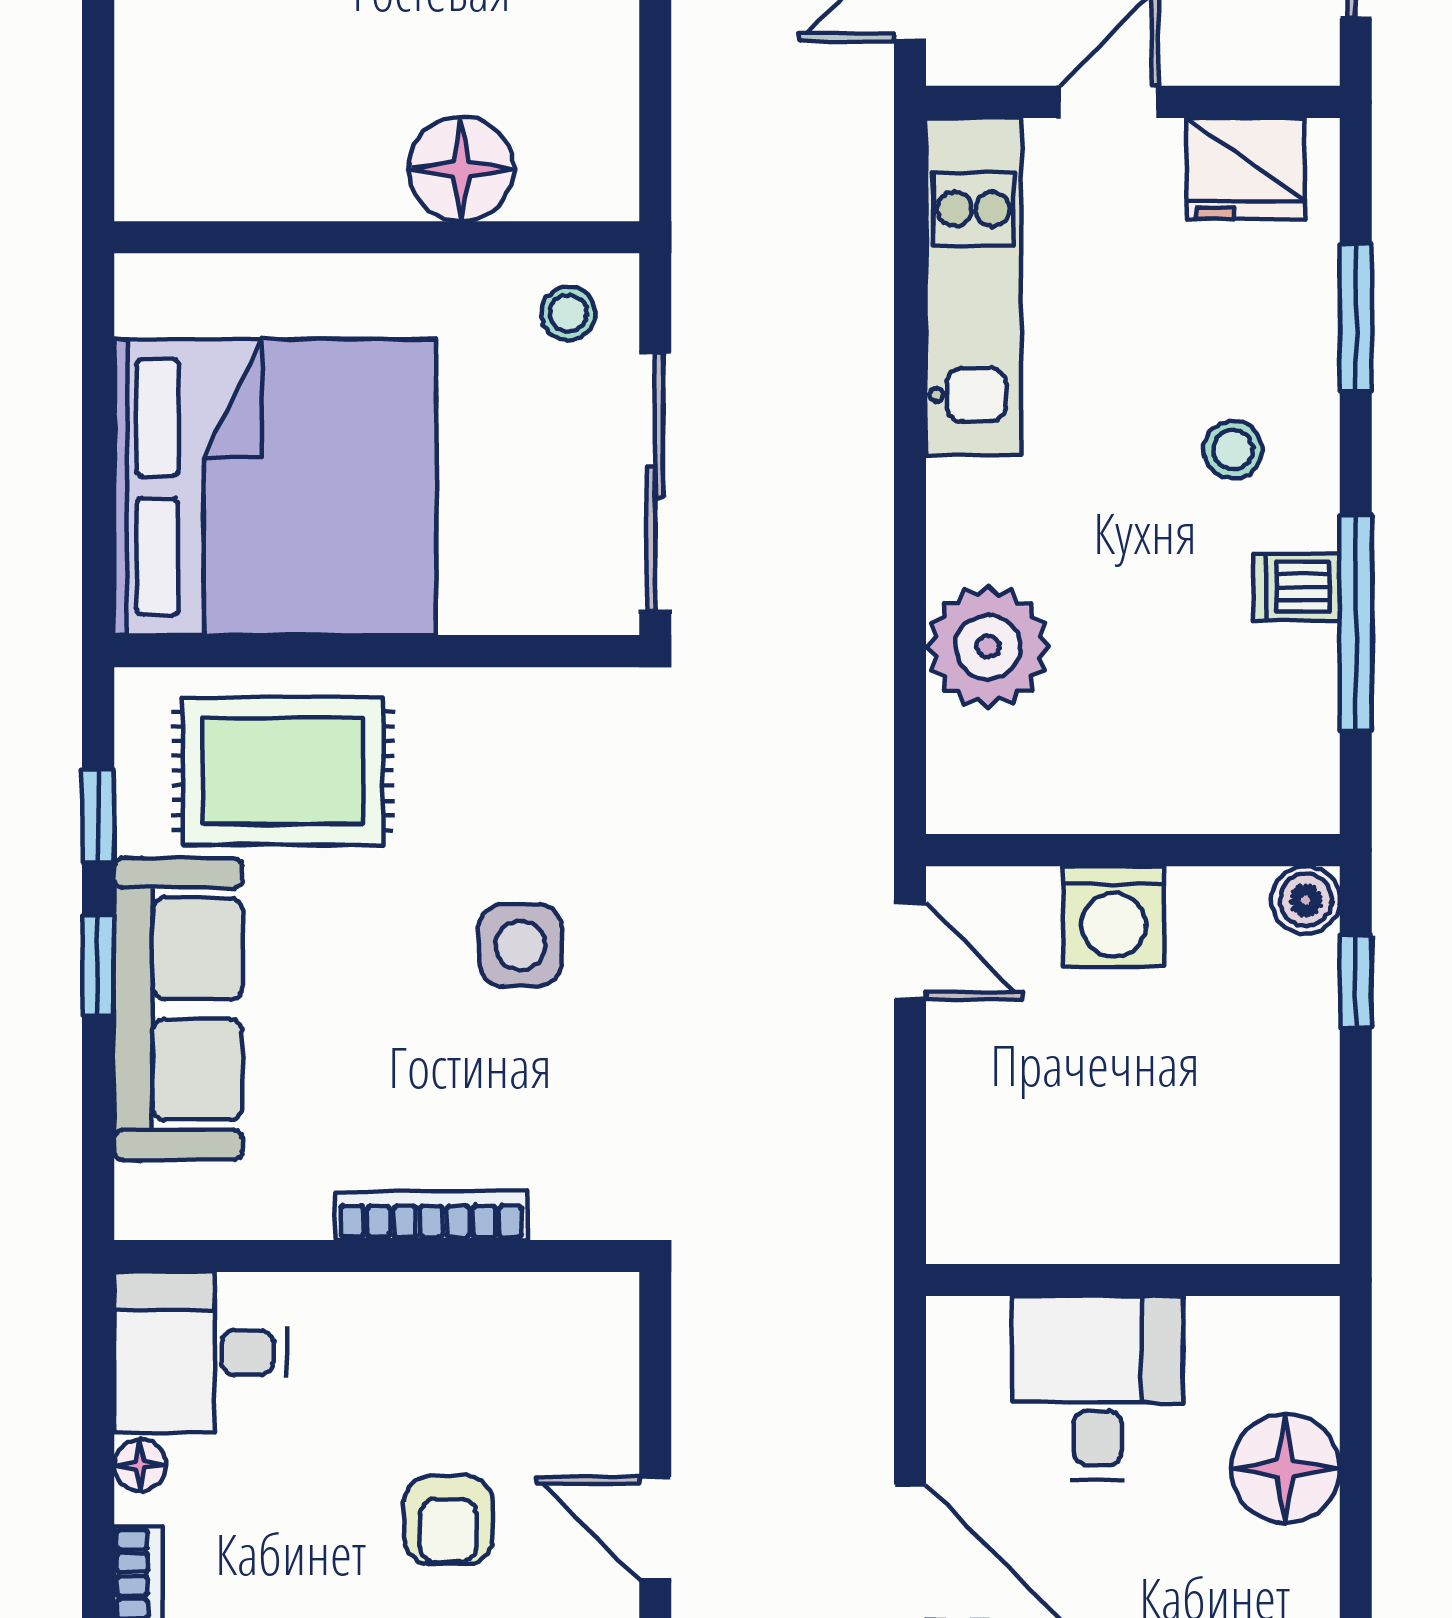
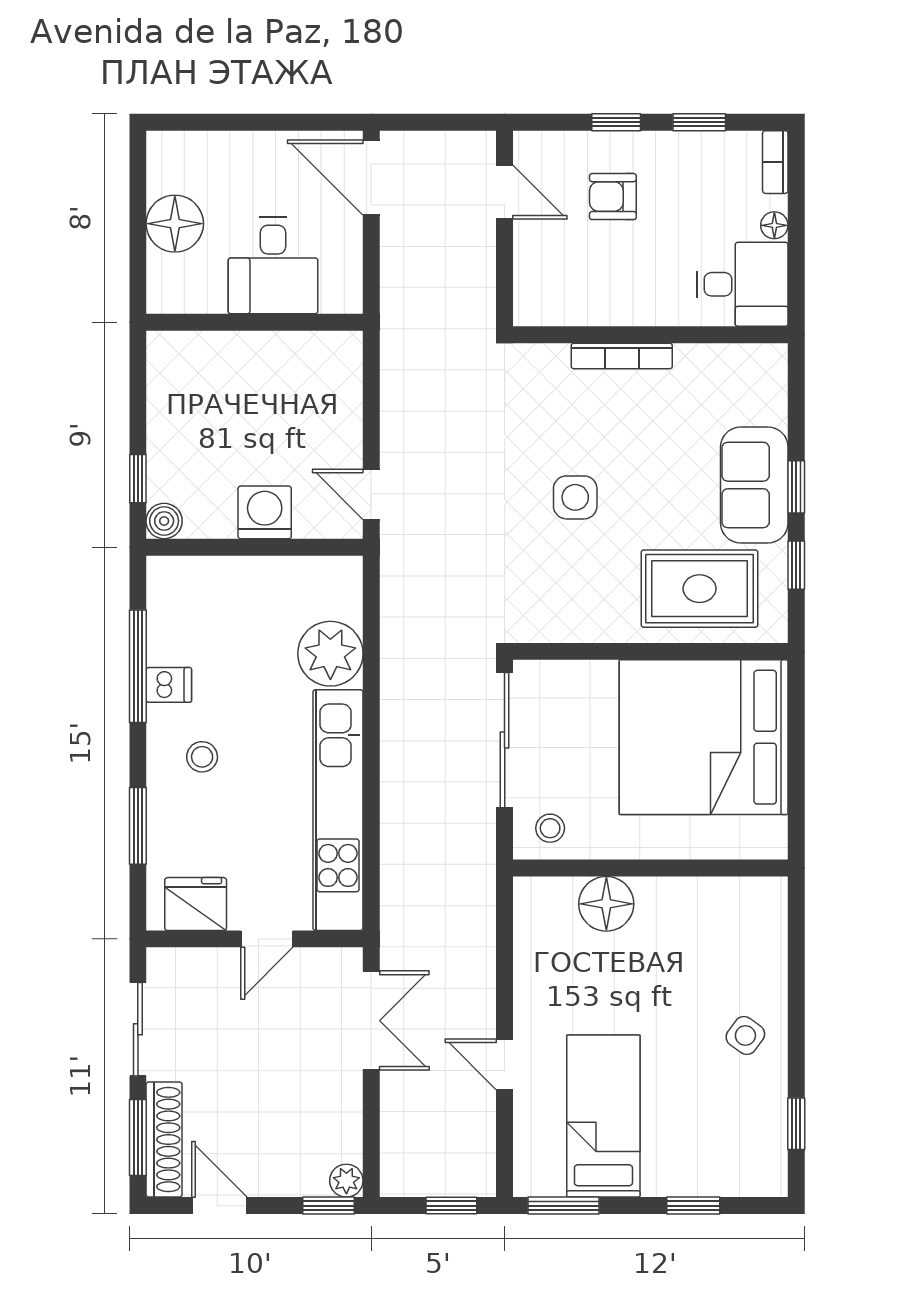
kitchen unit: (973, 287) -> (338, 810), width x1.36
sofa: (178, 1009) -> (754, 485), width x0.73
armchair: (448, 1520) -> (613, 197), turned -90

